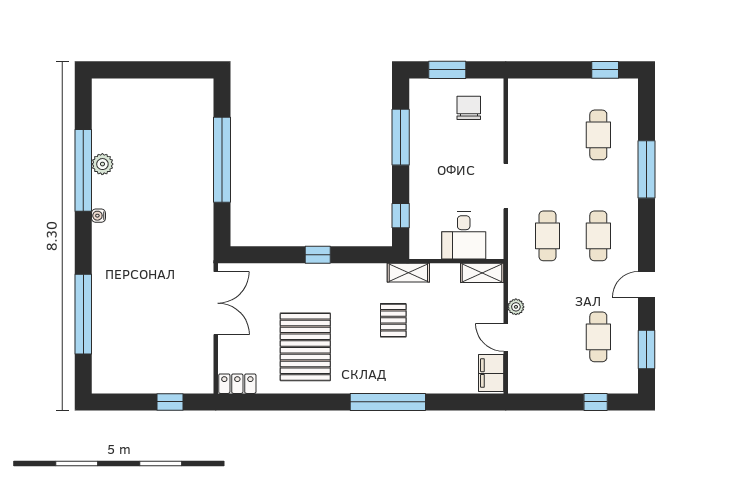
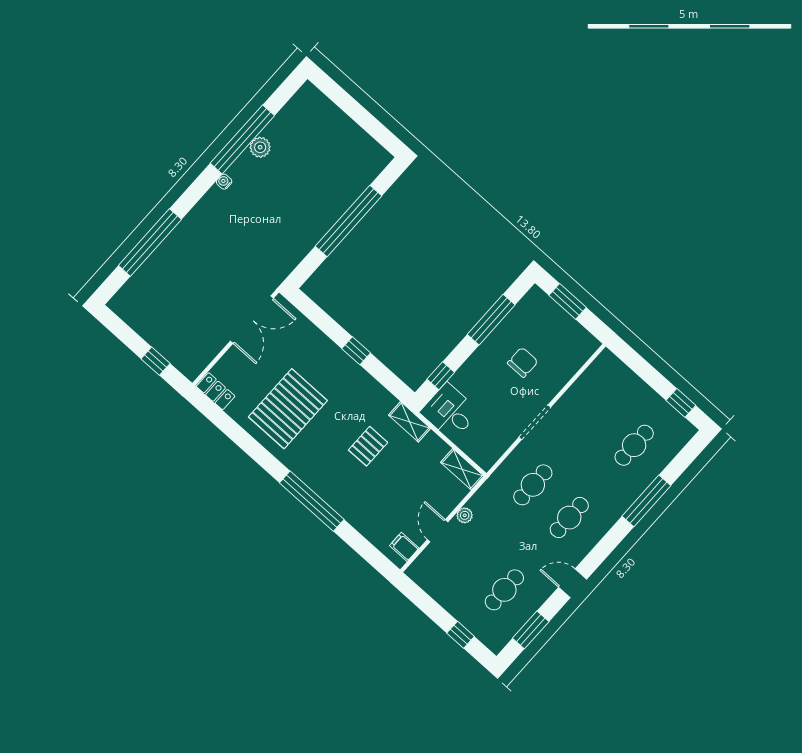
chair: (469, 108) -> (523, 362), moved
desk: (464, 235) -> (450, 412), moved, turned 90
filing cabinet: (491, 373) -> (404, 547), width x0.50

